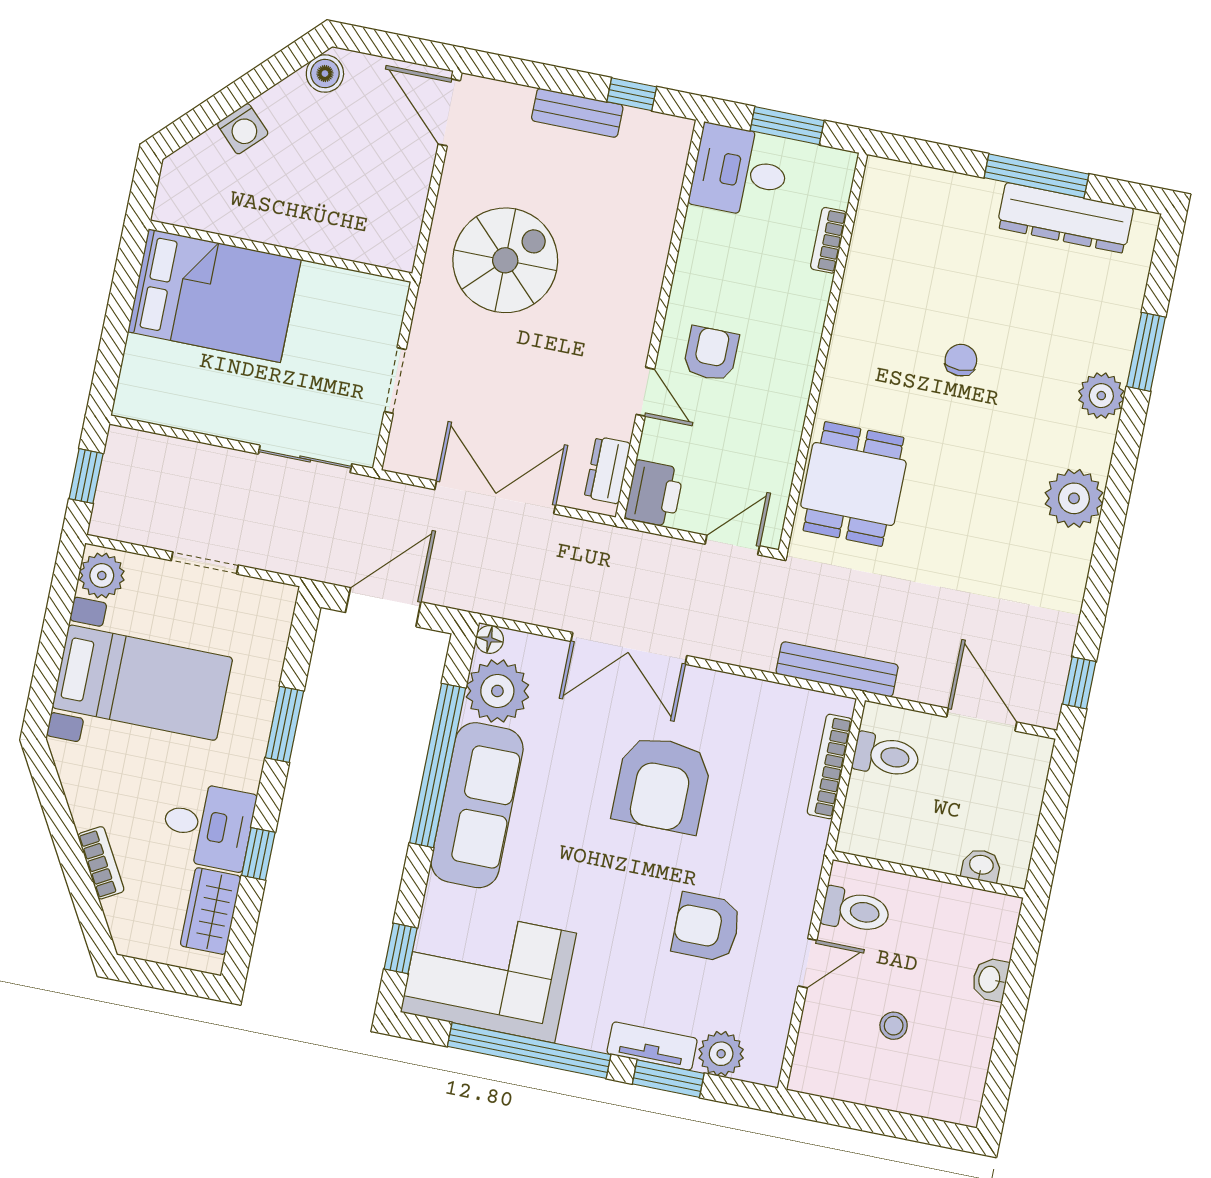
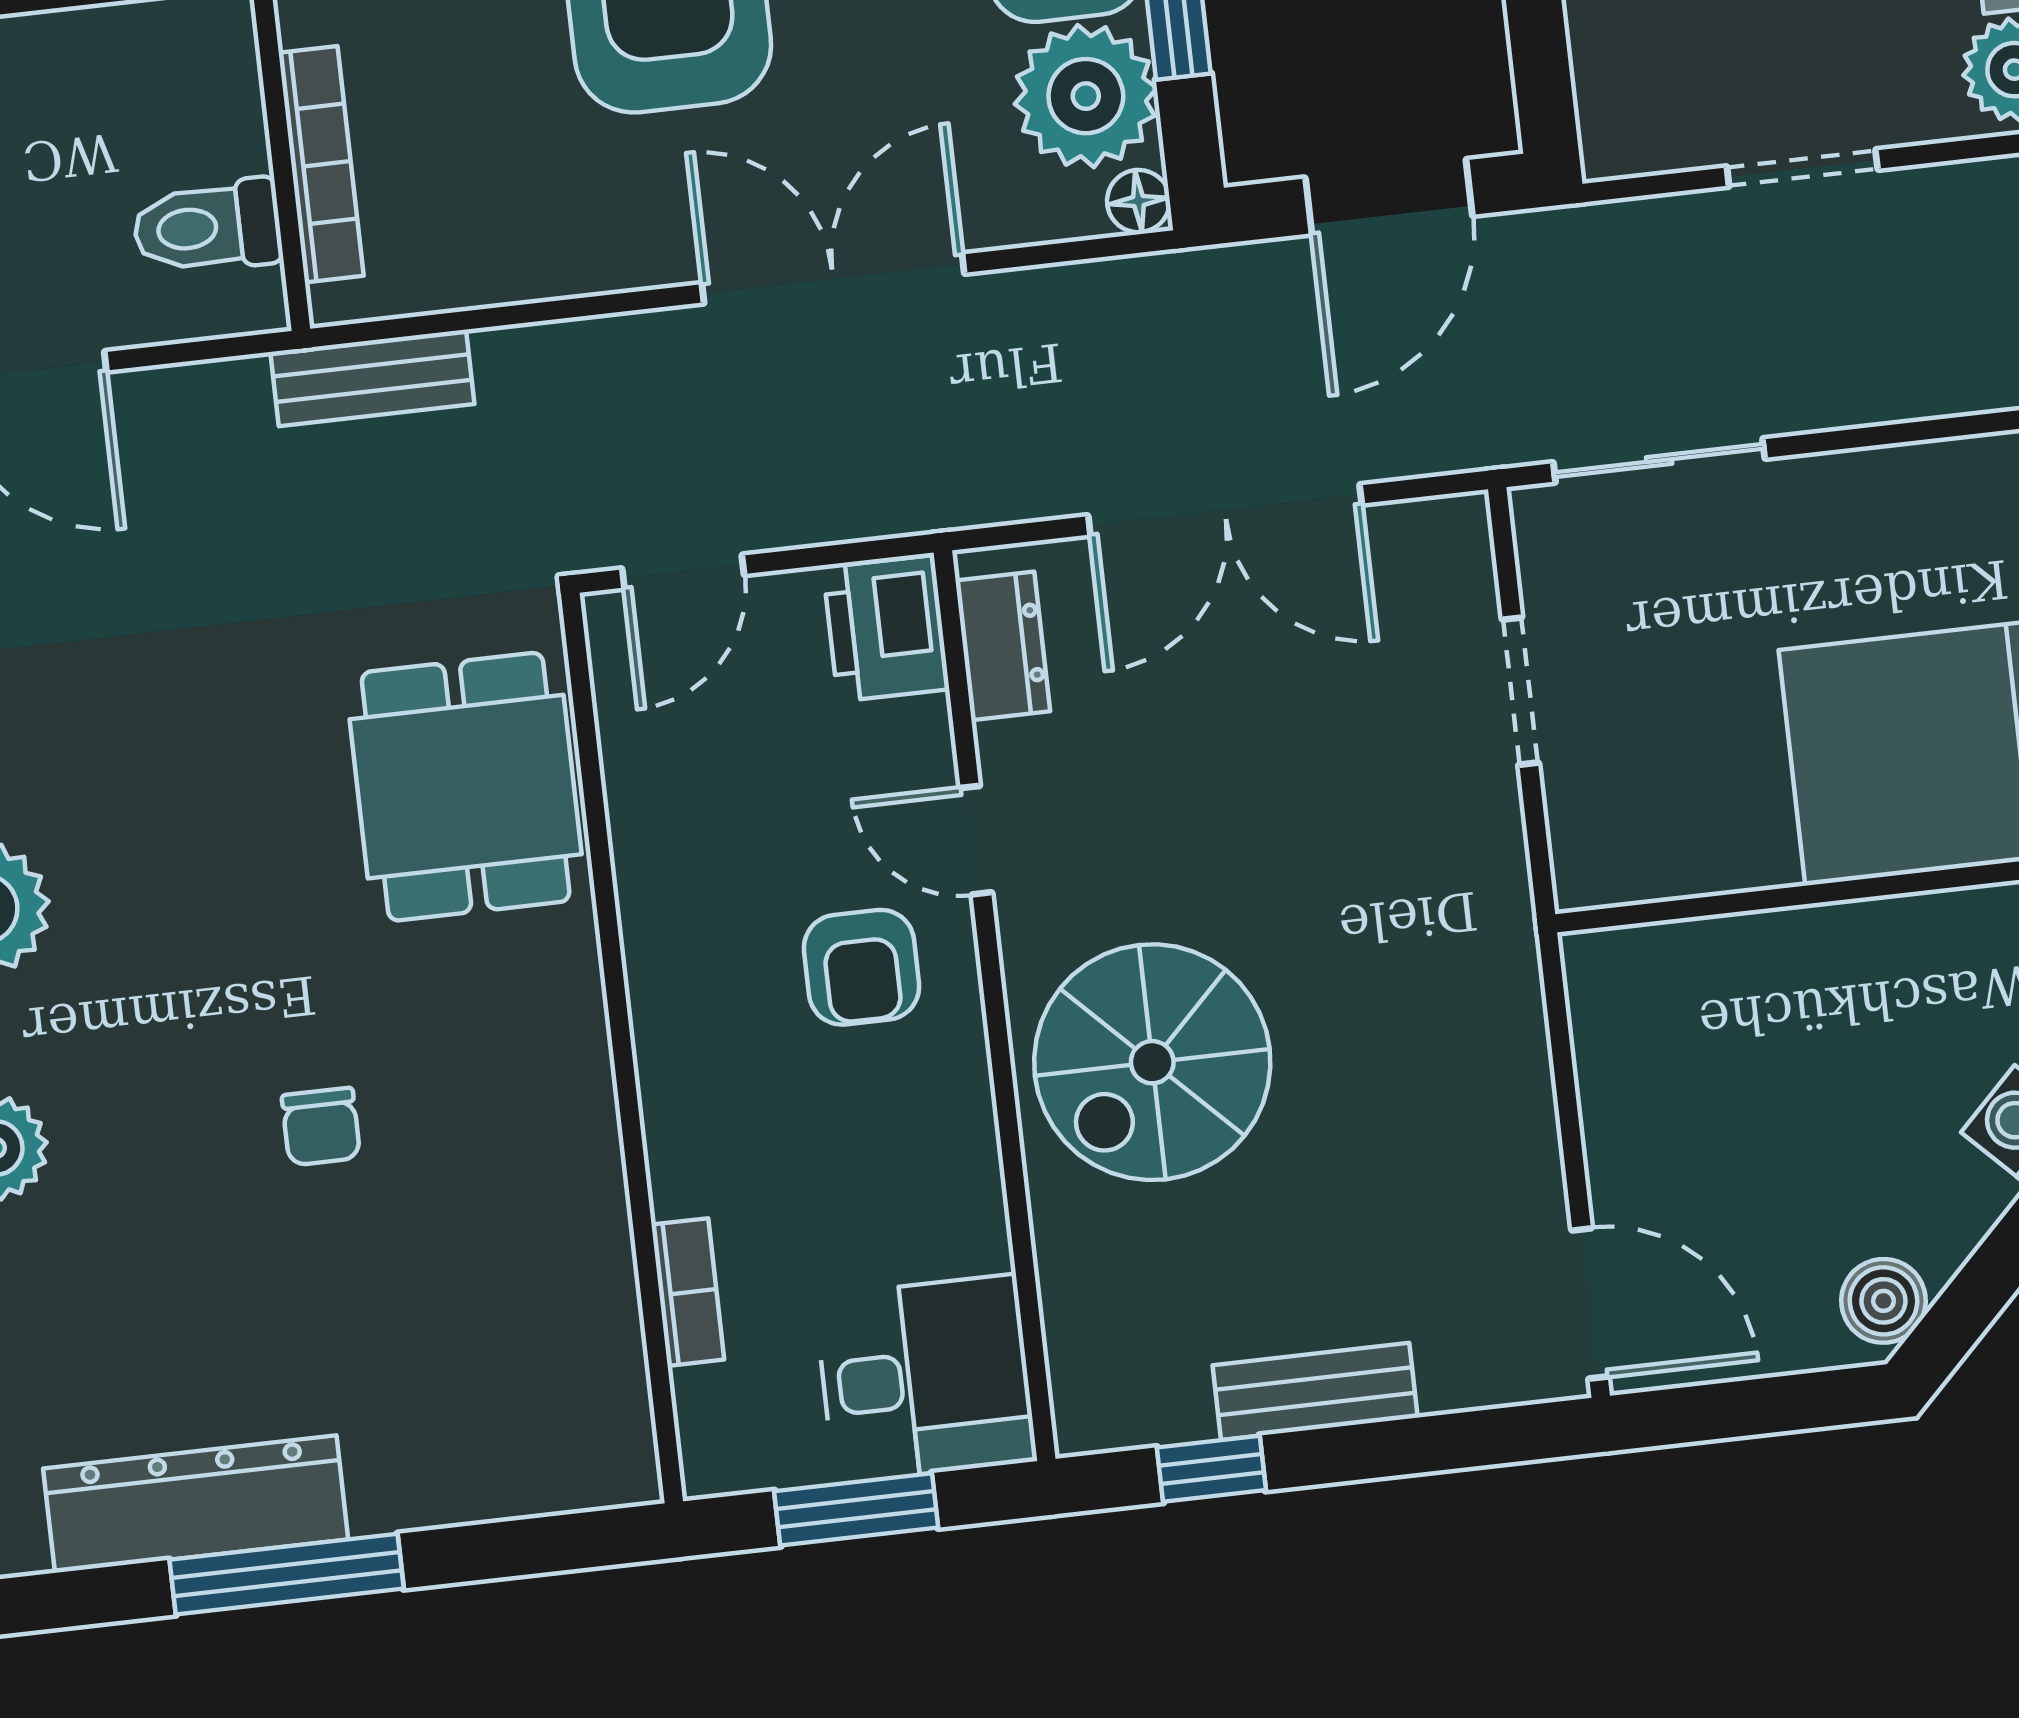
spiral stairs: (505, 260) -> (1152, 1062), moved
bench: (837, 669) -> (372, 378), width x0.73

